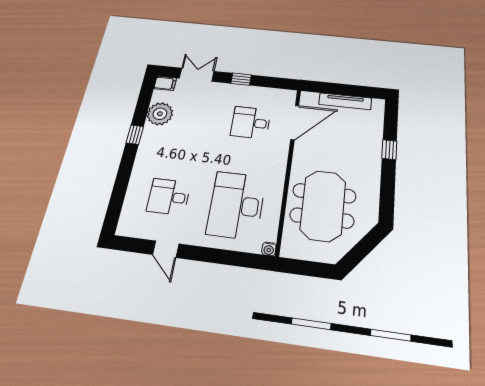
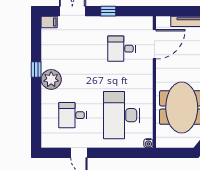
plant: (160, 114) -> (51, 79), moved

